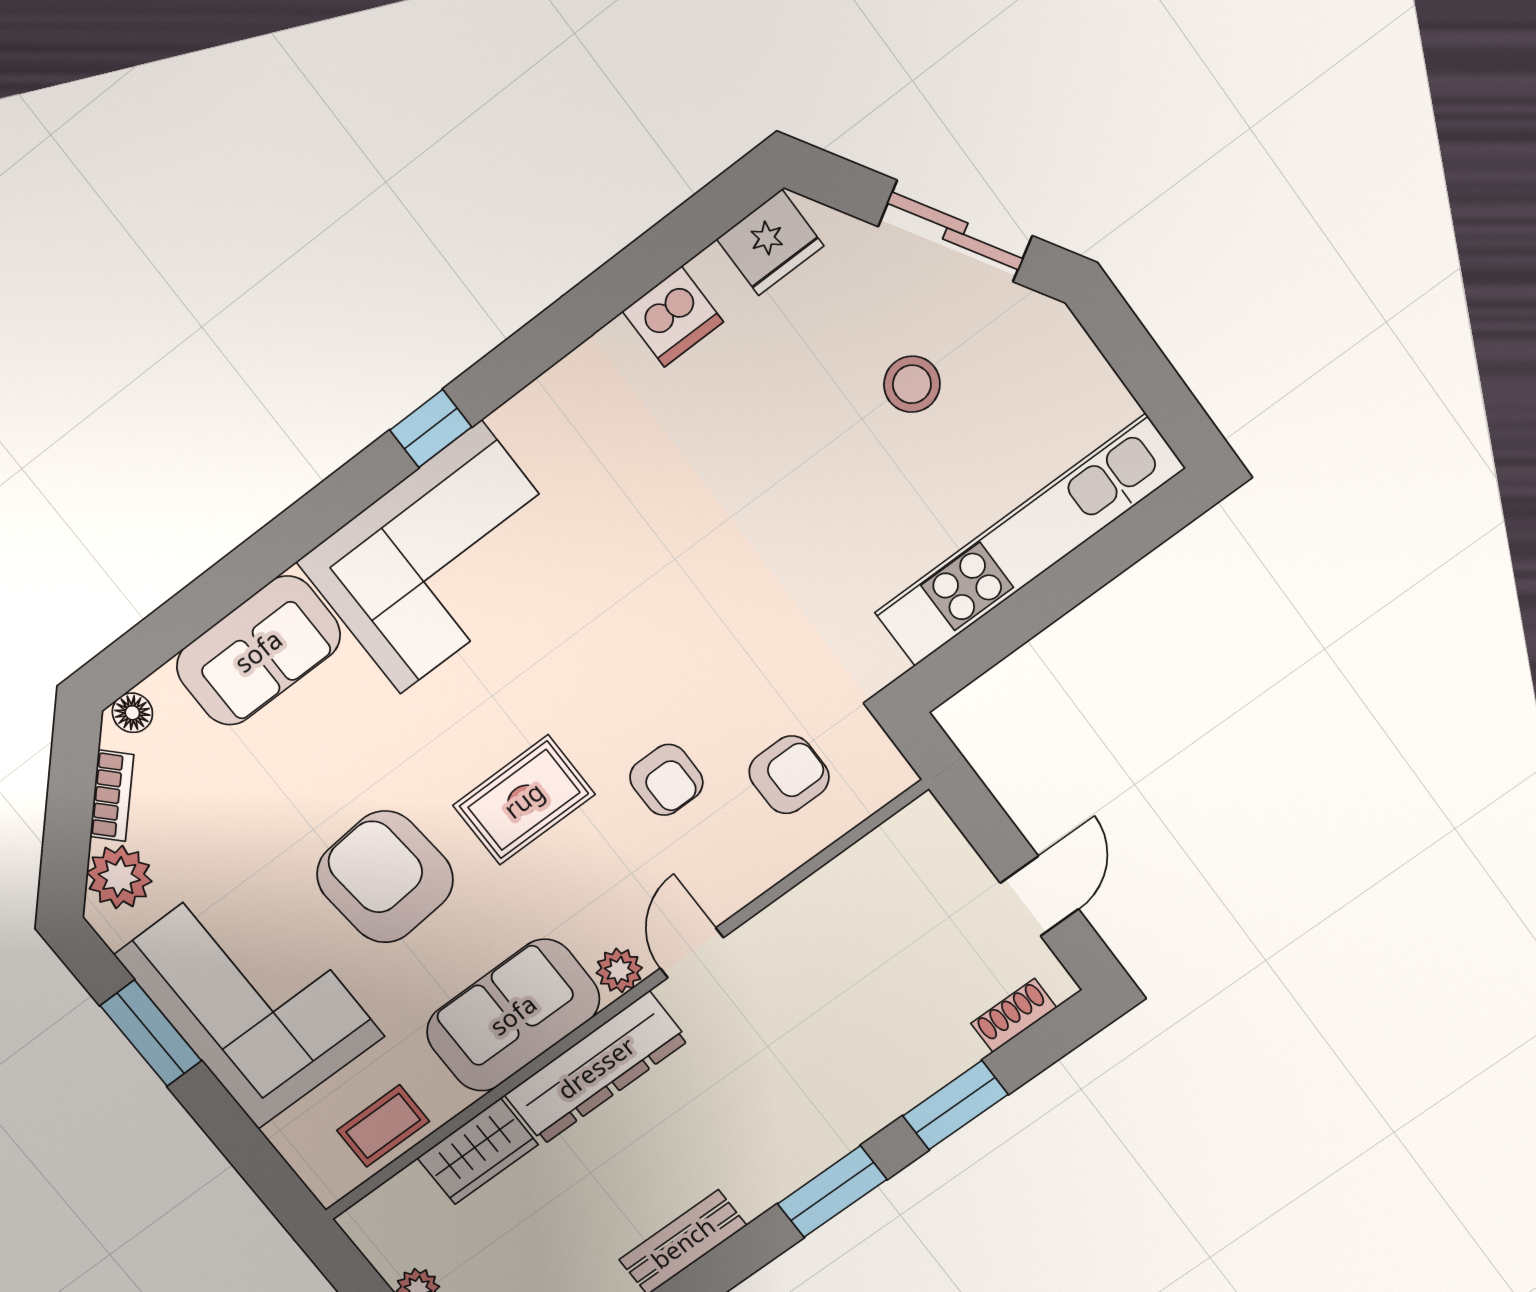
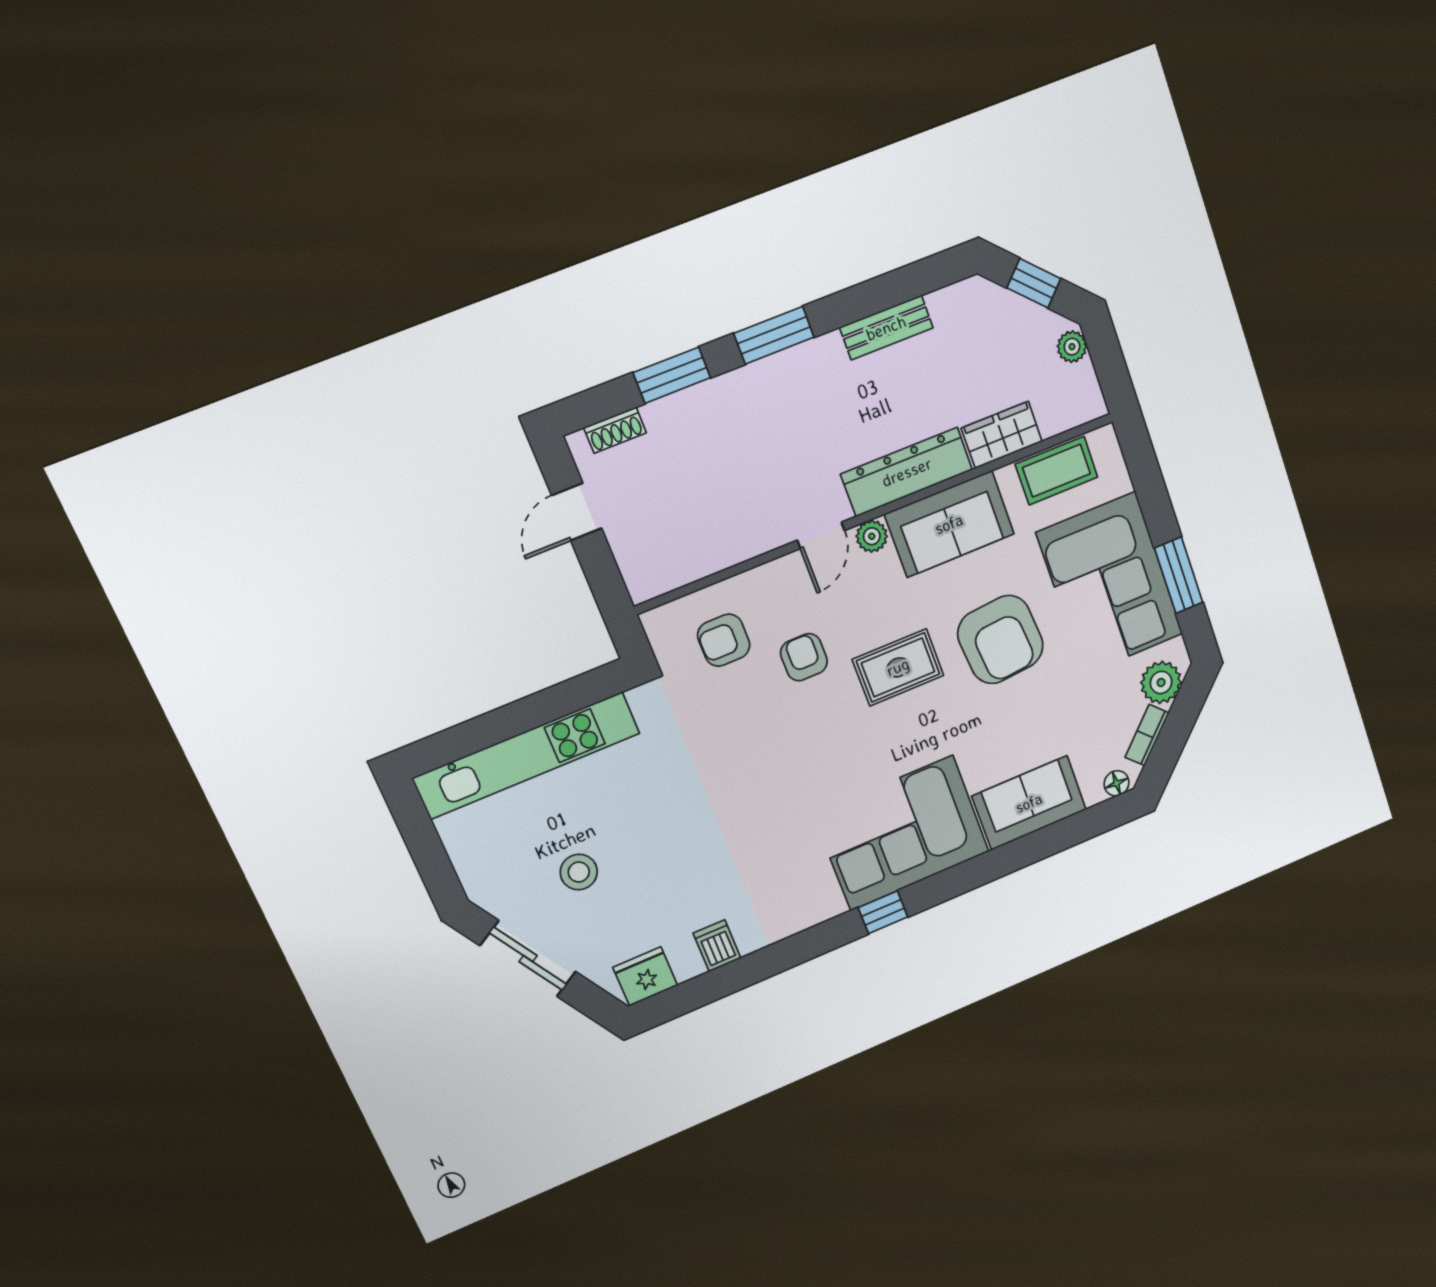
dishwasher: (673, 317) -> (717, 946), width x0.73
coffee table: (383, 1126) -> (1057, 471), width x1.36, depth x1.30

